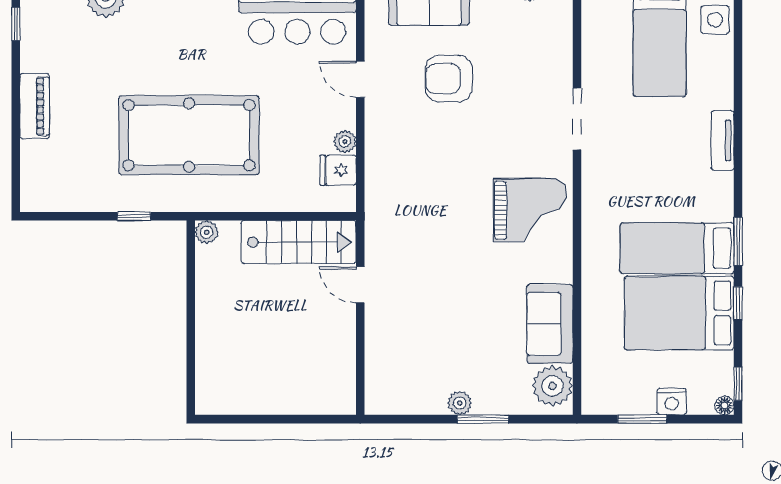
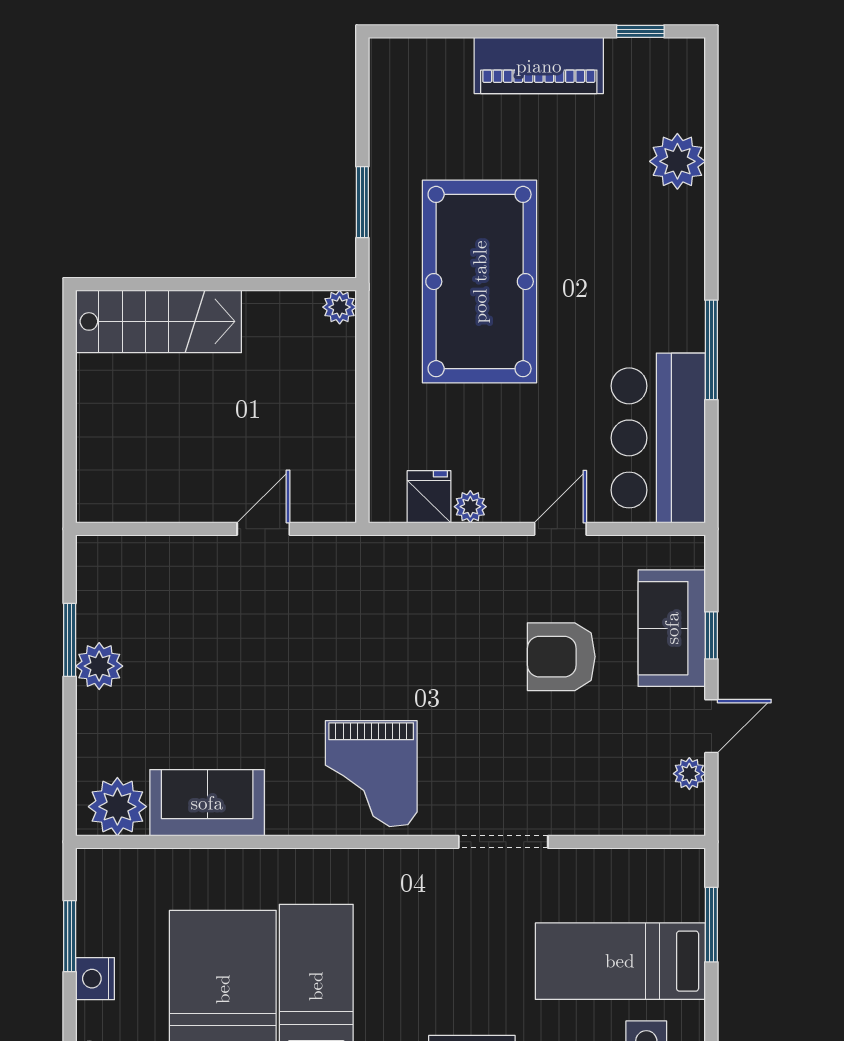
armchair: (449, 79) -> (561, 657), turned -90
piano: (35, 106) -> (539, 66), width x1.37, depth x1.33
window: (134, 216) -> (362, 202), width x1.50
stairs: (299, 242) -> (159, 321), moved, turned -90
plant: (460, 403) -> (99, 666), width x1.38, depth x1.38
window: (483, 419) -> (70, 640), moved

